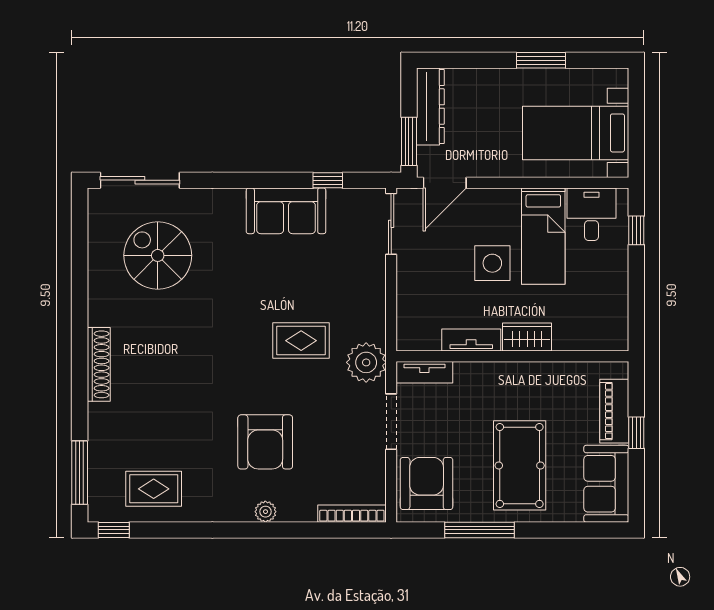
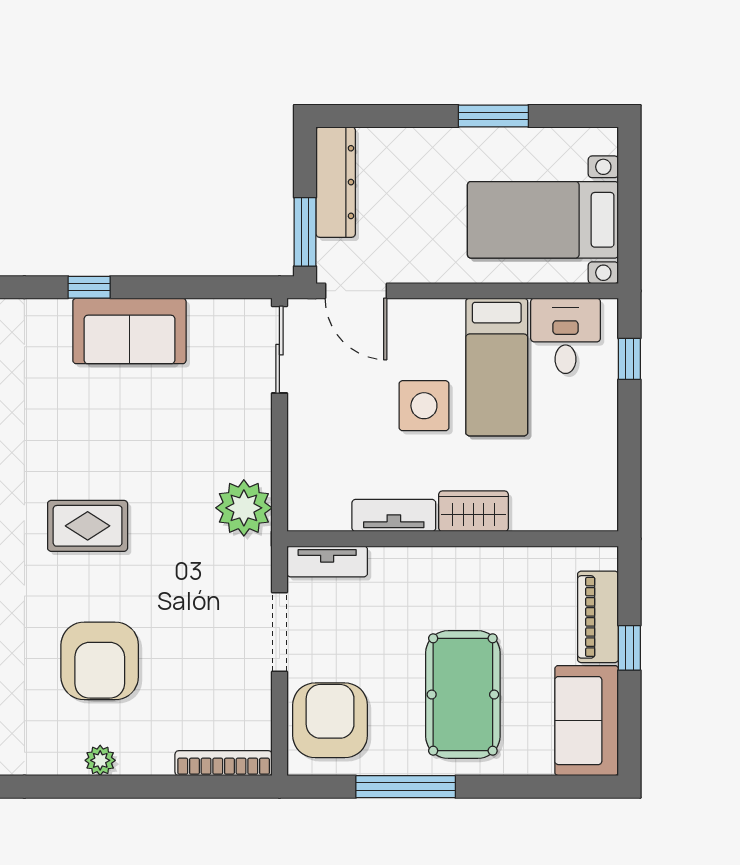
window: (328, 180) -> (89, 287), moved
door: (445, 183) -> (356, 291), hinge flipped
rug: (301, 341) -> (88, 526), moved
plant: (366, 362) -> (244, 508), moved

